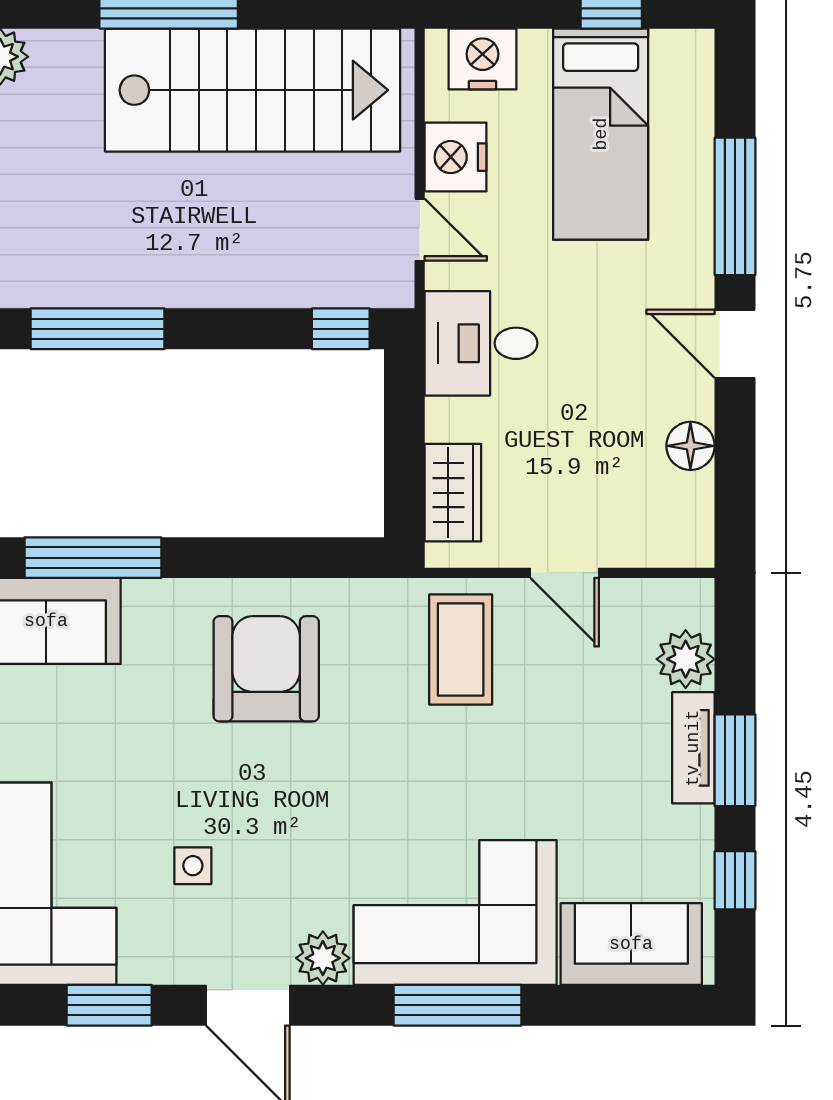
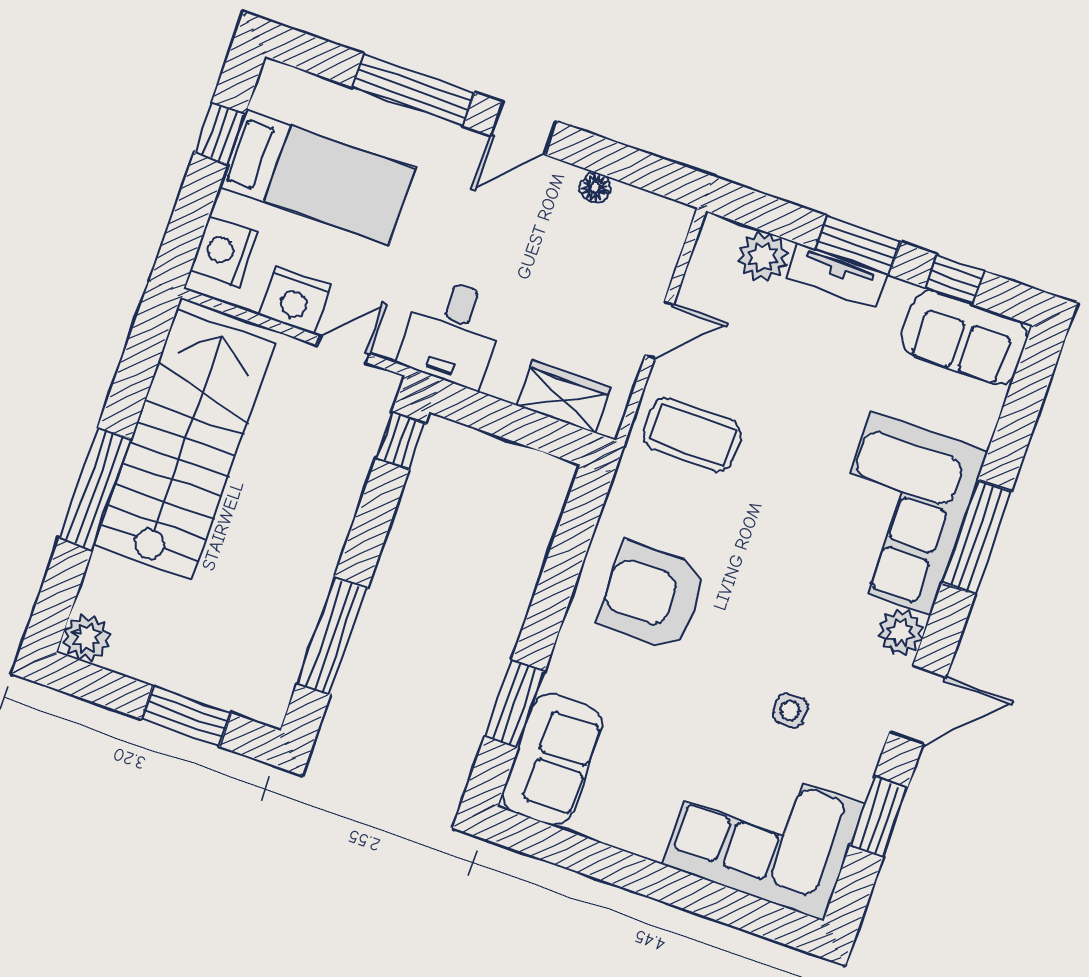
floor lamp: (690, 446) -> (595, 188), width x0.73, depth x0.73
window: (93, 558) -> (515, 704), width x0.69
sofa: (631, 944) -> (964, 338), moved, turned -90

